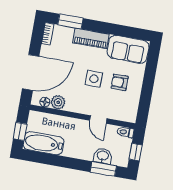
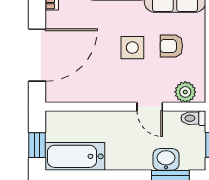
floor lamp: (45, 102) -> (66, 95), removed
plant: (58, 102) -> (185, 92), moved

